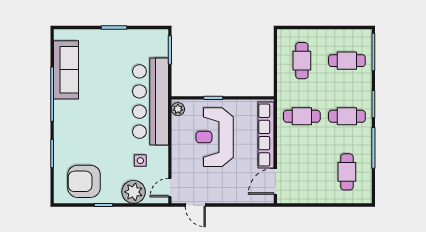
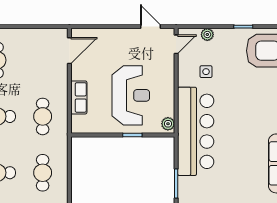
cafe table: (302, 116) -> (43, 116), turned 90
row of seats: (266, 135) -> (79, 97), width x0.50
plant: (134, 192) -> (207, 34), width x0.53, depth x0.53

